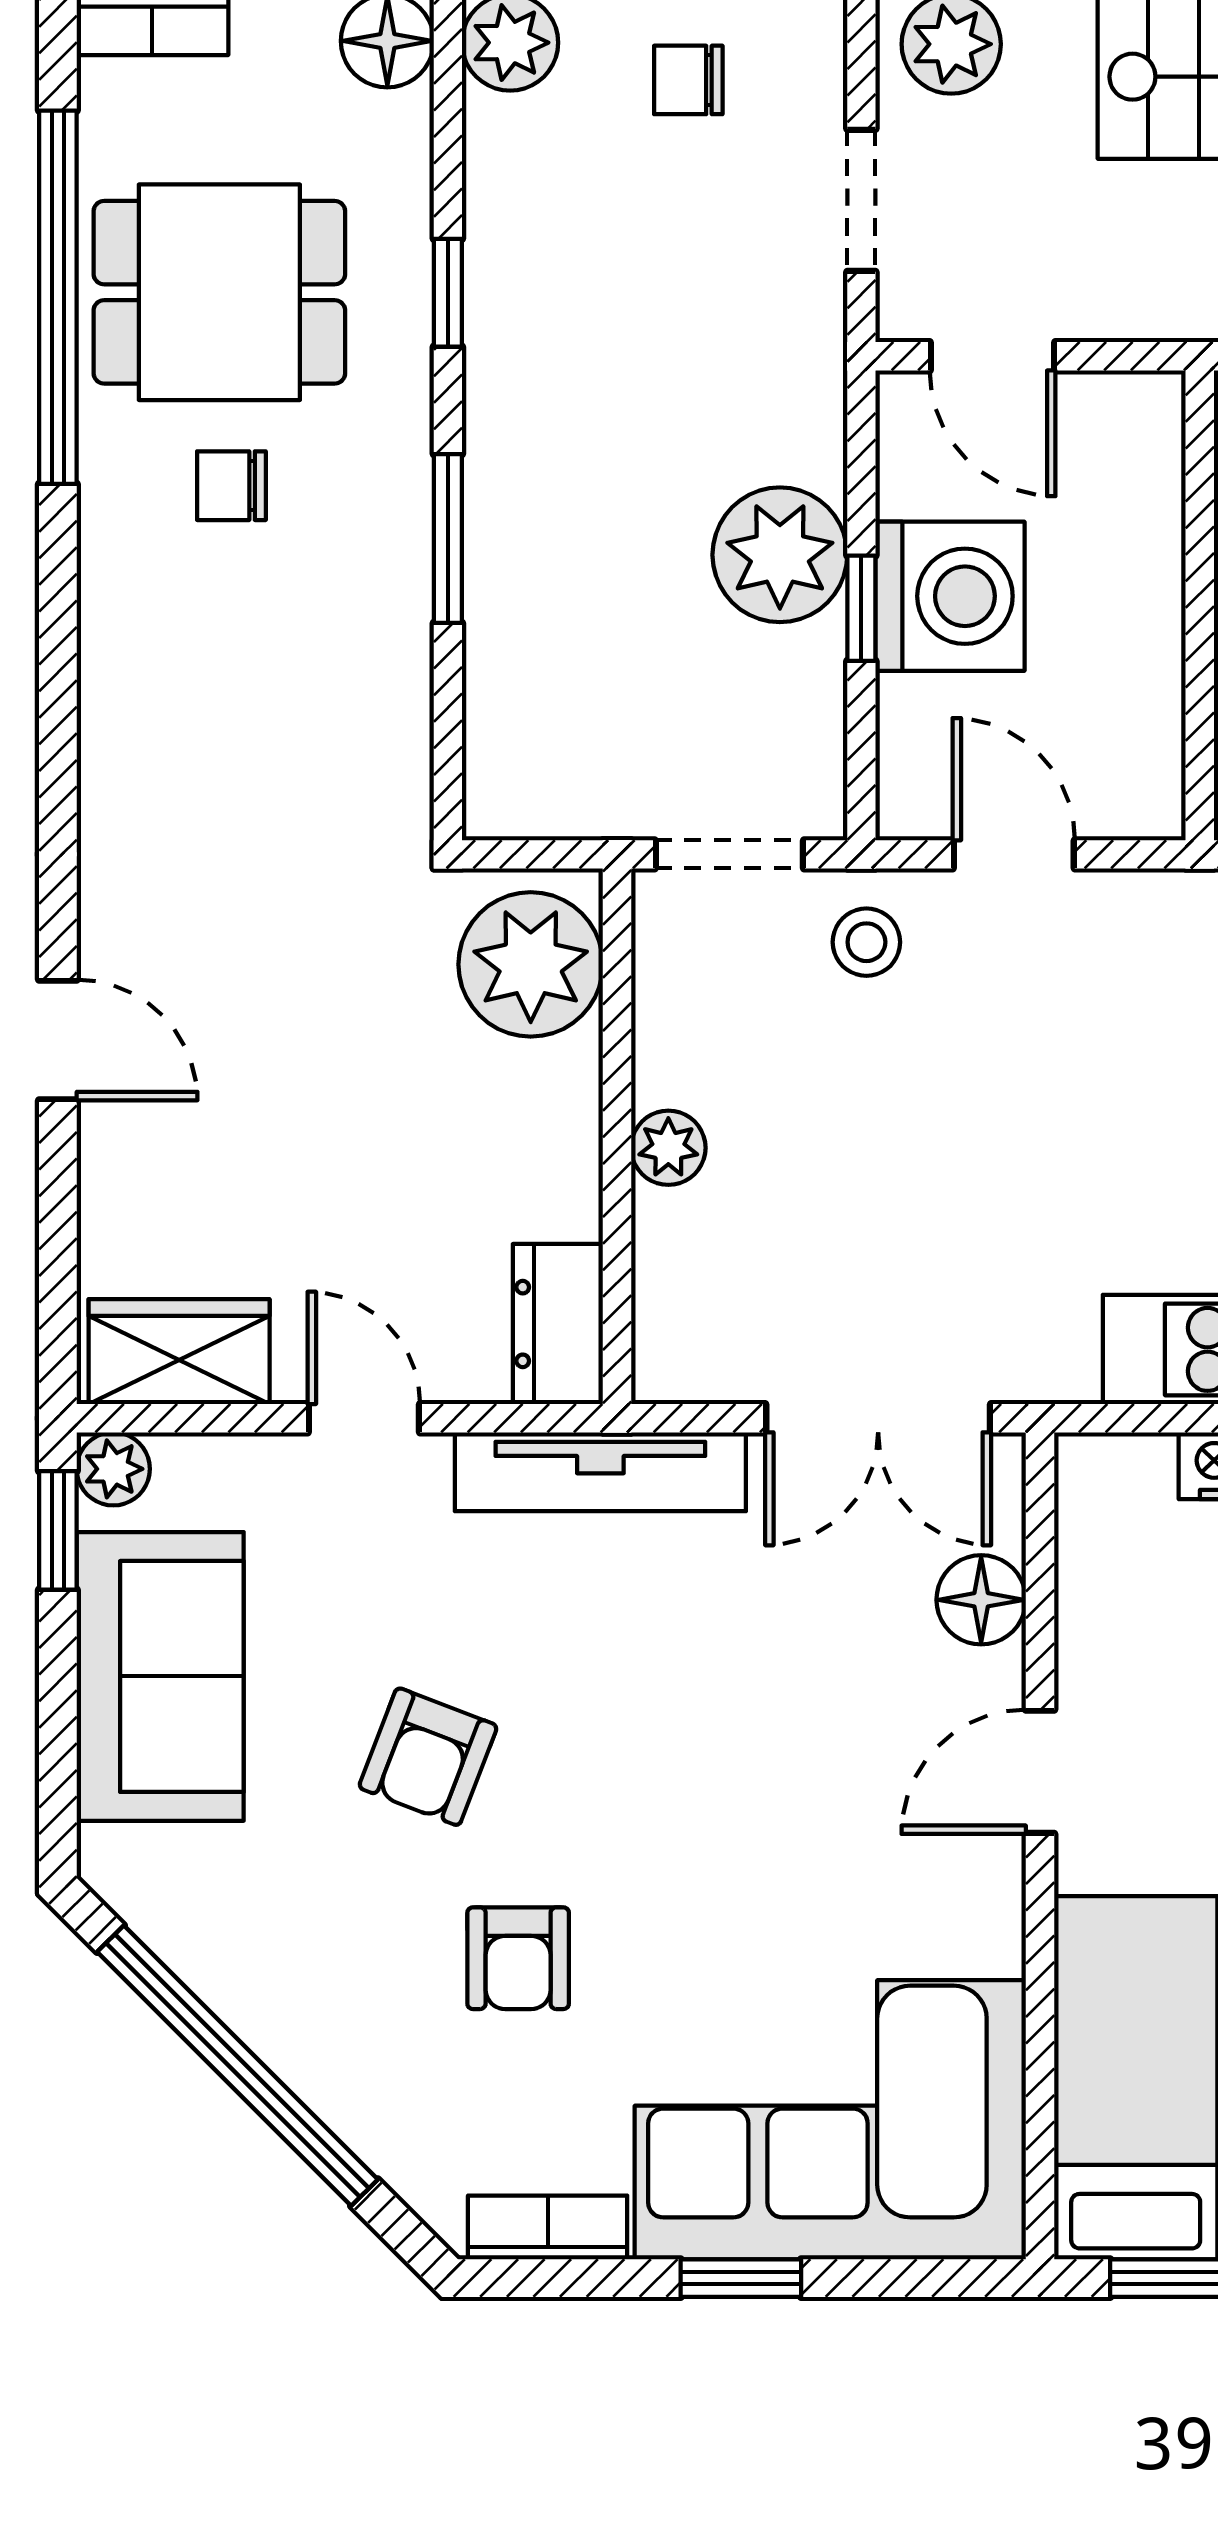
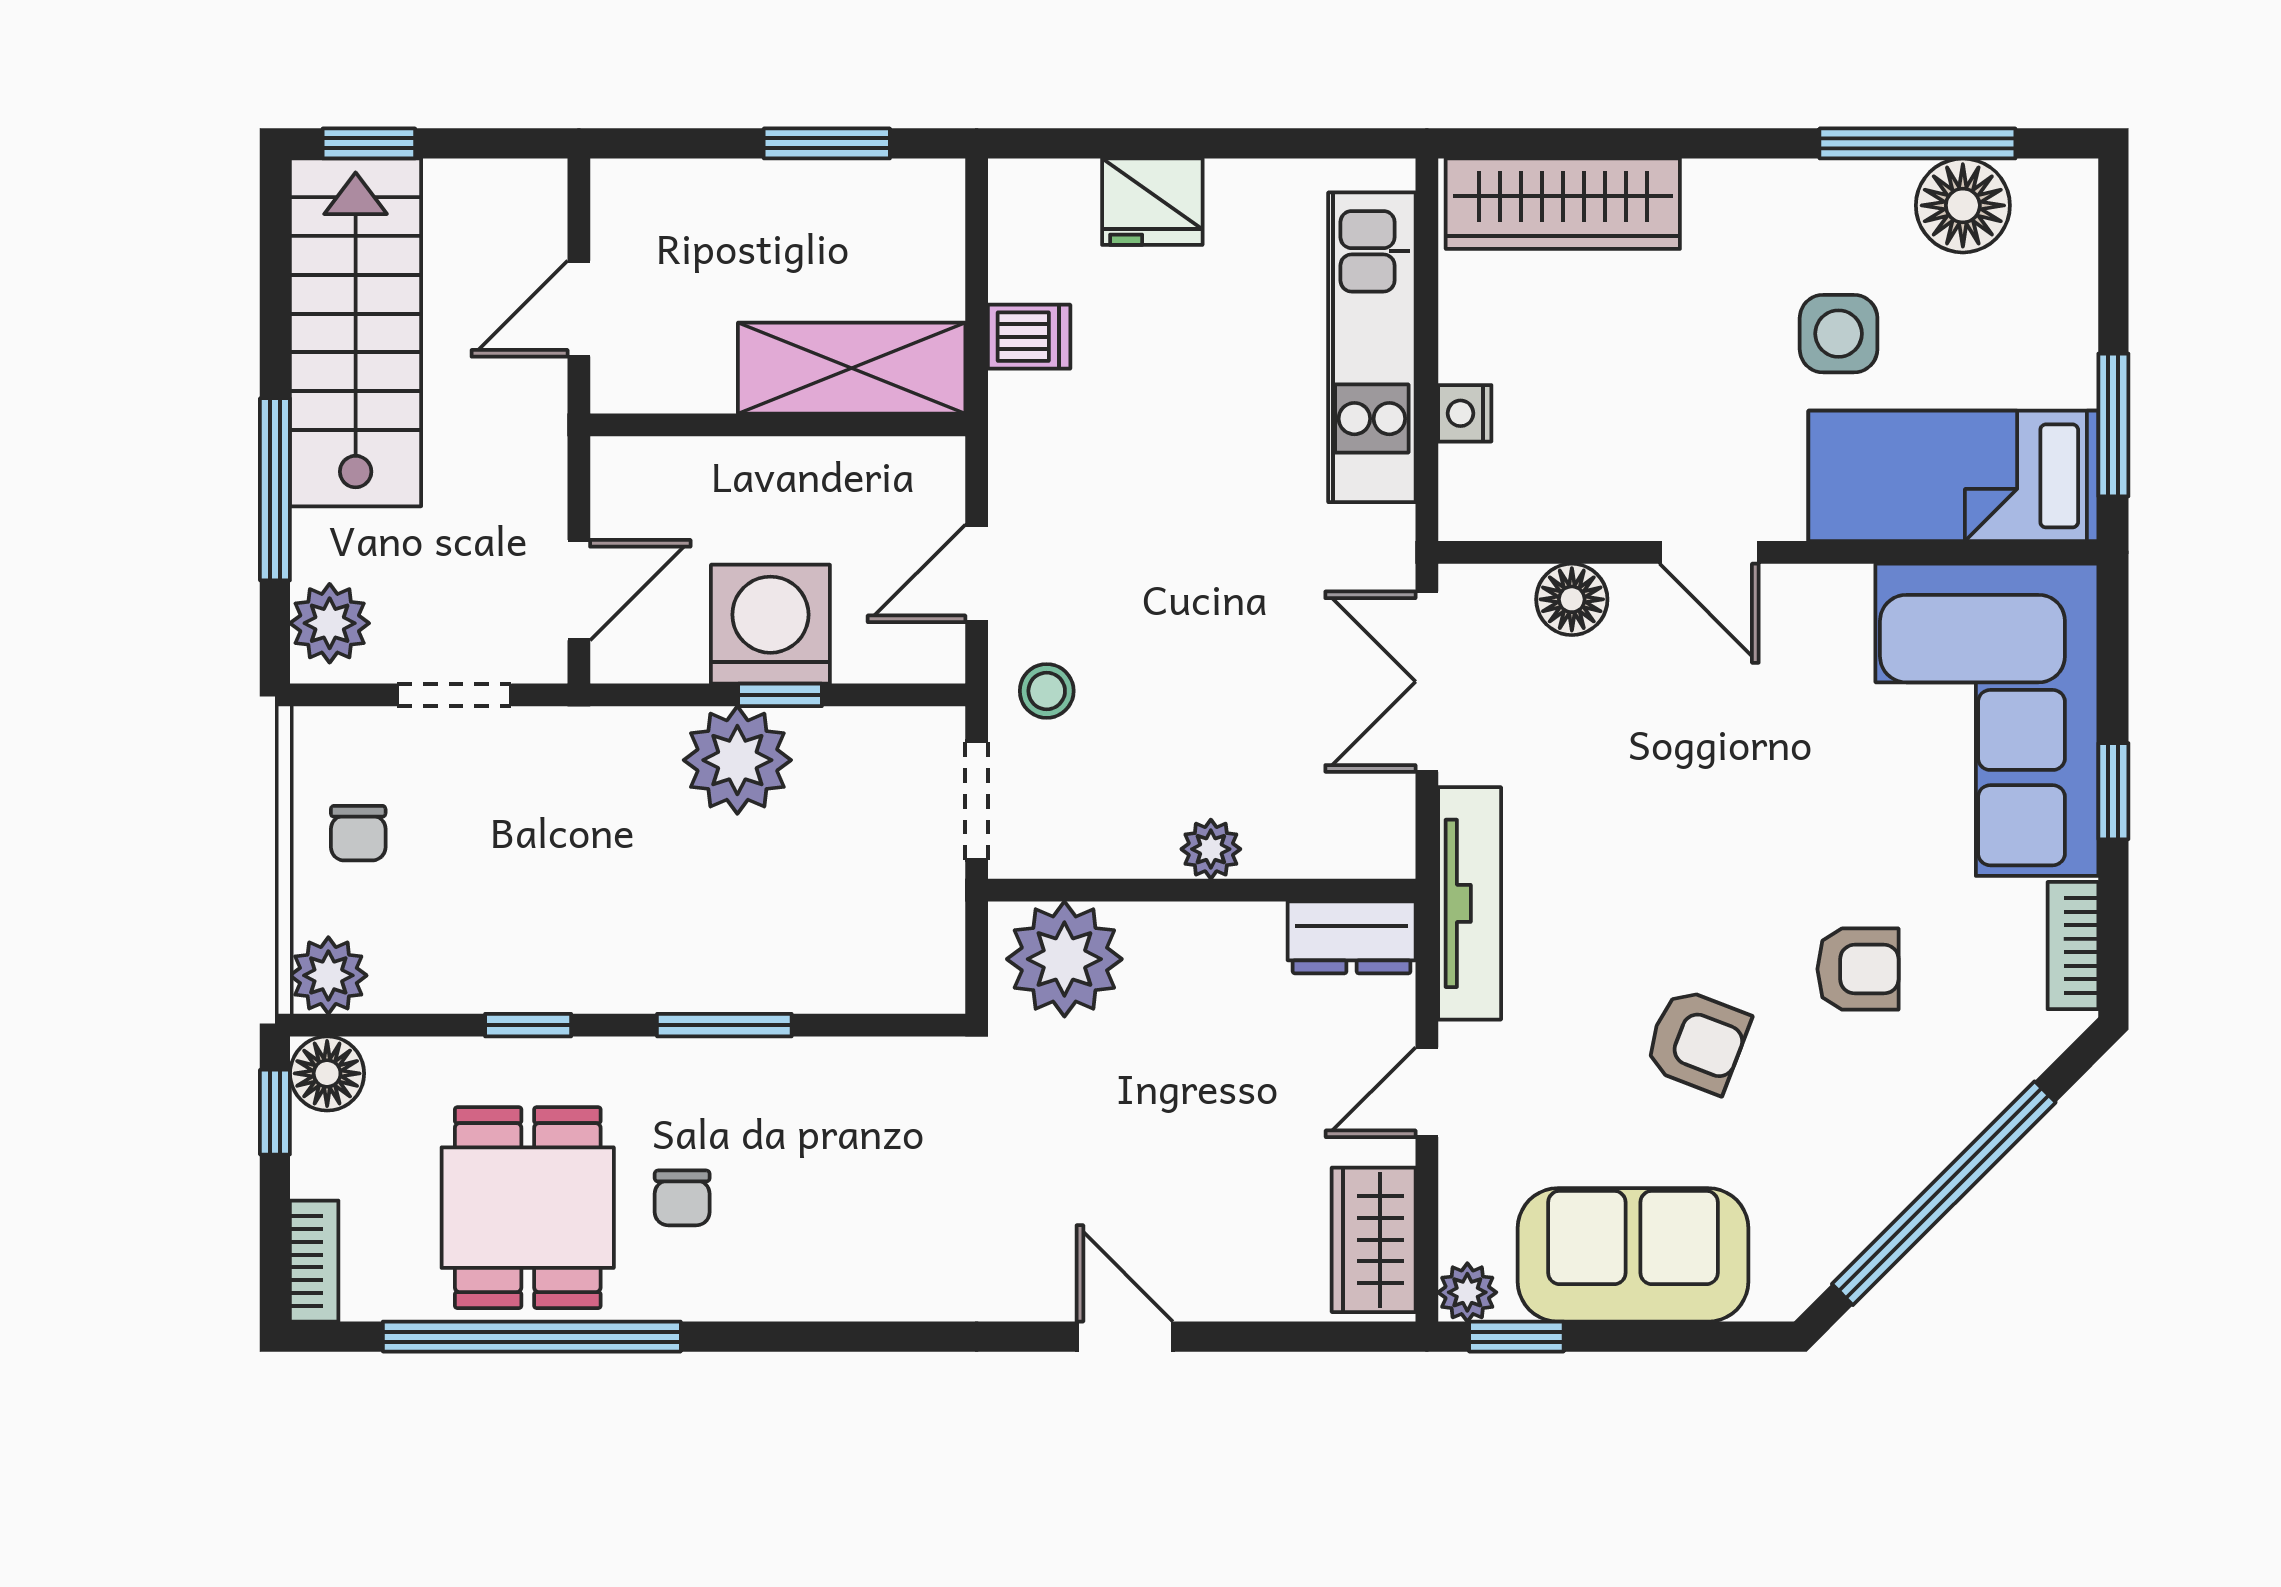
door: (58, 1040) -> (1125, 1337), hinge flipped
double door: (878, 1418) -> (1427, 682), swing flipped

